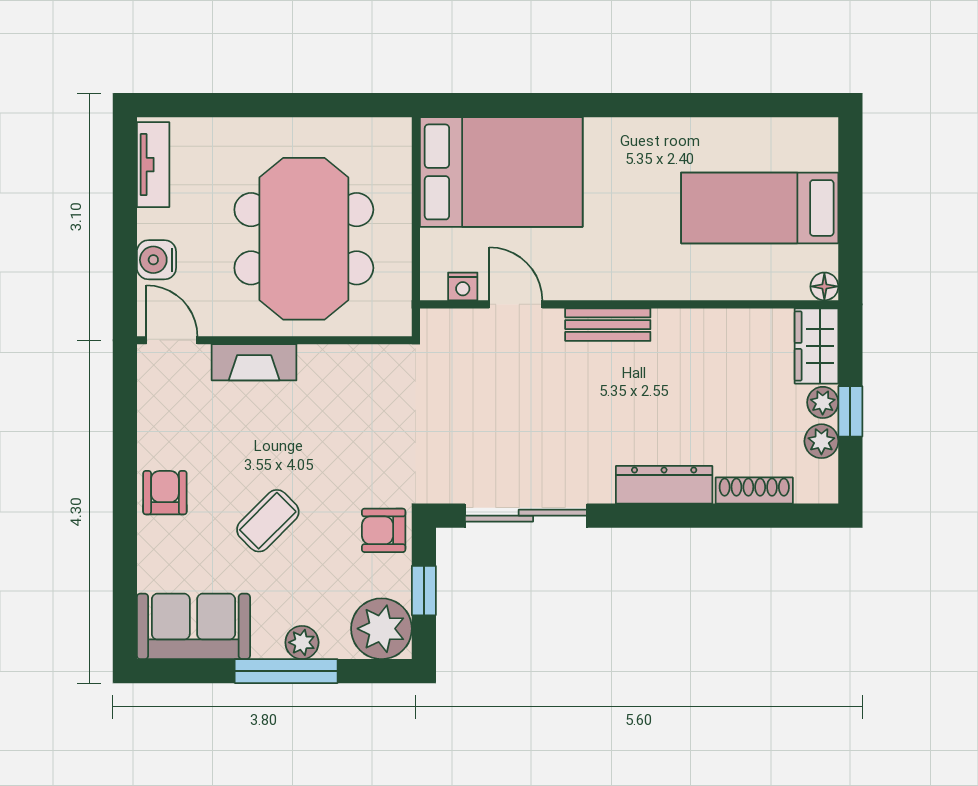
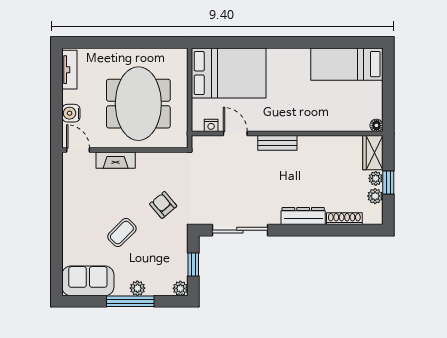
bed: (760, 208) -> (347, 64), moved
armchair: (165, 493) -> (75, 220), removed
armchair: (384, 530) -> (163, 205), moved, turned 50
plant: (381, 629) -> (180, 288), width x0.53, depth x0.53

